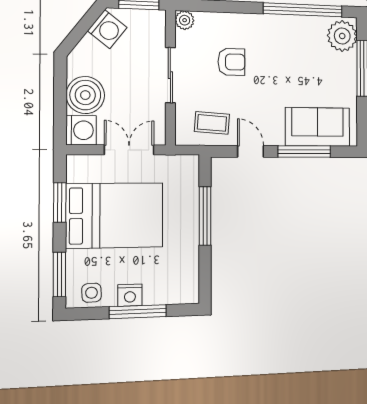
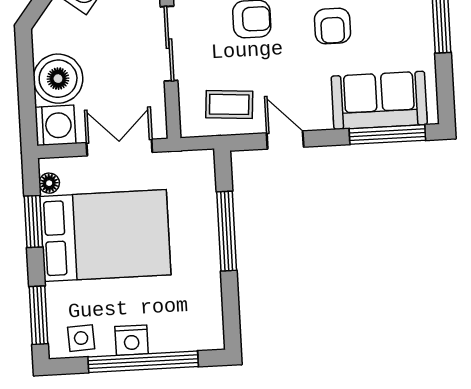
armchair: (288, 72) -> (332, 26), added
window: (304, 152) -> (387, 135), moved
floor lamp: (74, 174) -> (49, 183), added
window: (138, 312) -> (143, 362), width x1.46

